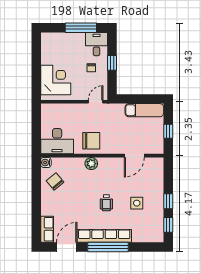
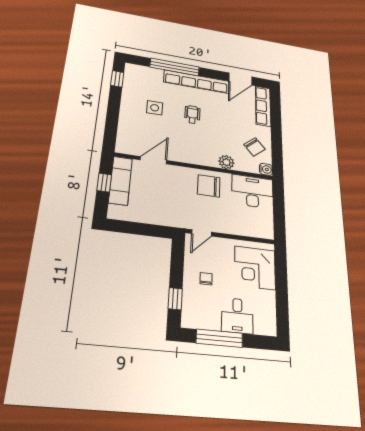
desk: (96, 44) -> (237, 316), moved
window: (112, 63) -> (175, 299), moved
exam couch: (144, 110) -> (120, 181), moved, turned 90
plant: (91, 164) -> (226, 162), moved
window: (168, 201) -> (114, 103), removed
row of seats: (47, 229) -> (263, 106), width x1.48
window: (108, 247) -> (175, 67), moved

